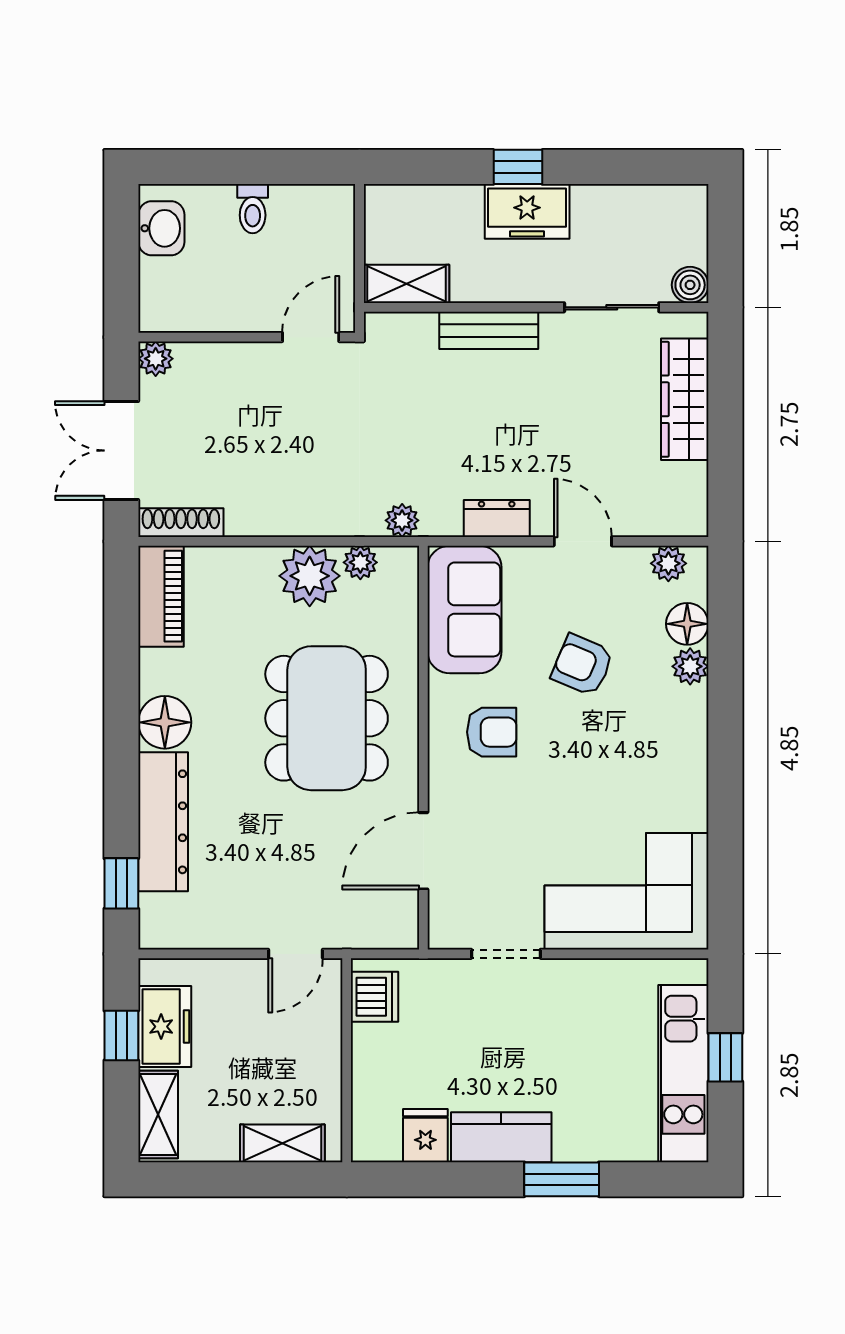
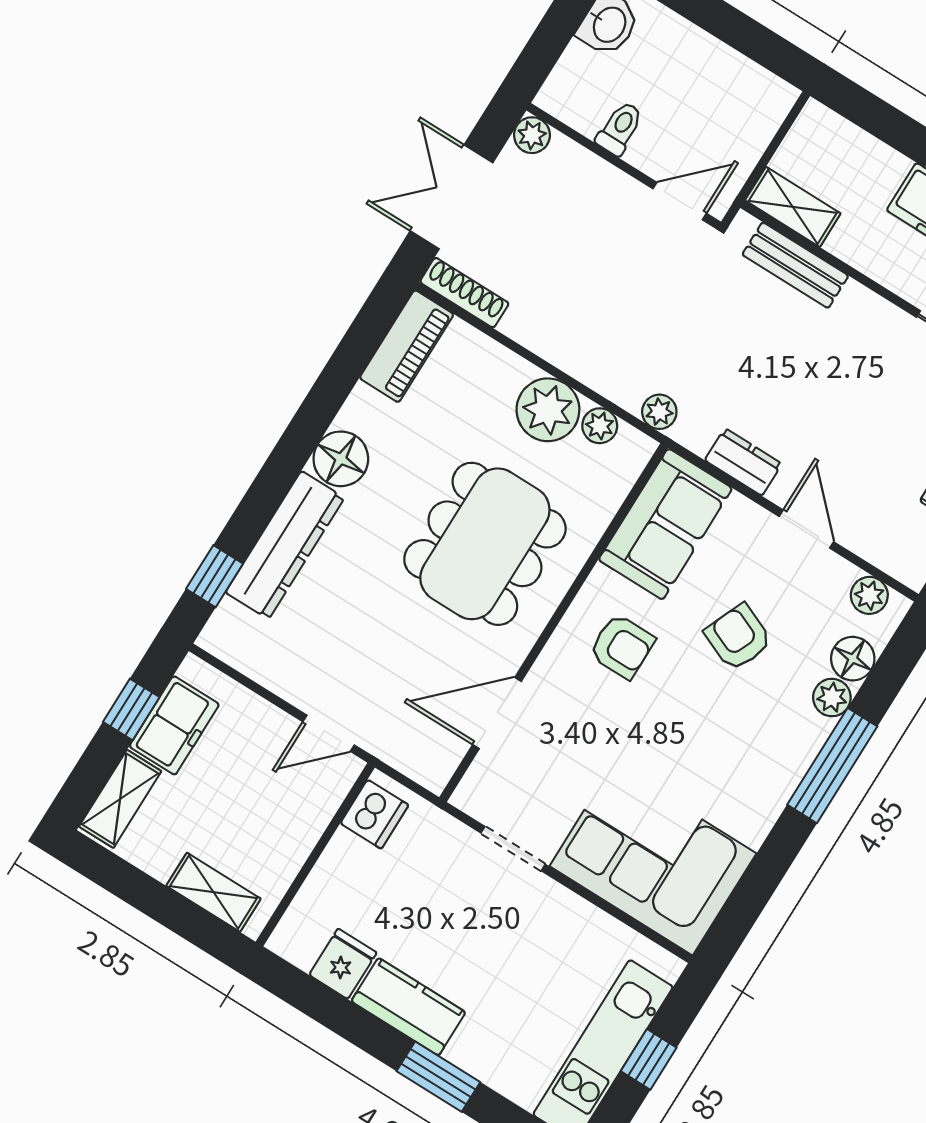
toilet: (253, 209) -> (620, 128), moved, turned 180
bench: (489, 330) -> (795, 265), moved
window: (725, 722) -> (832, 766), added

